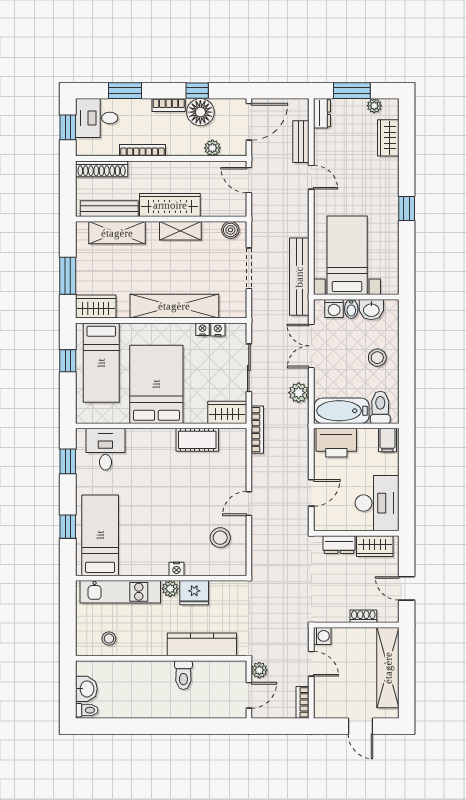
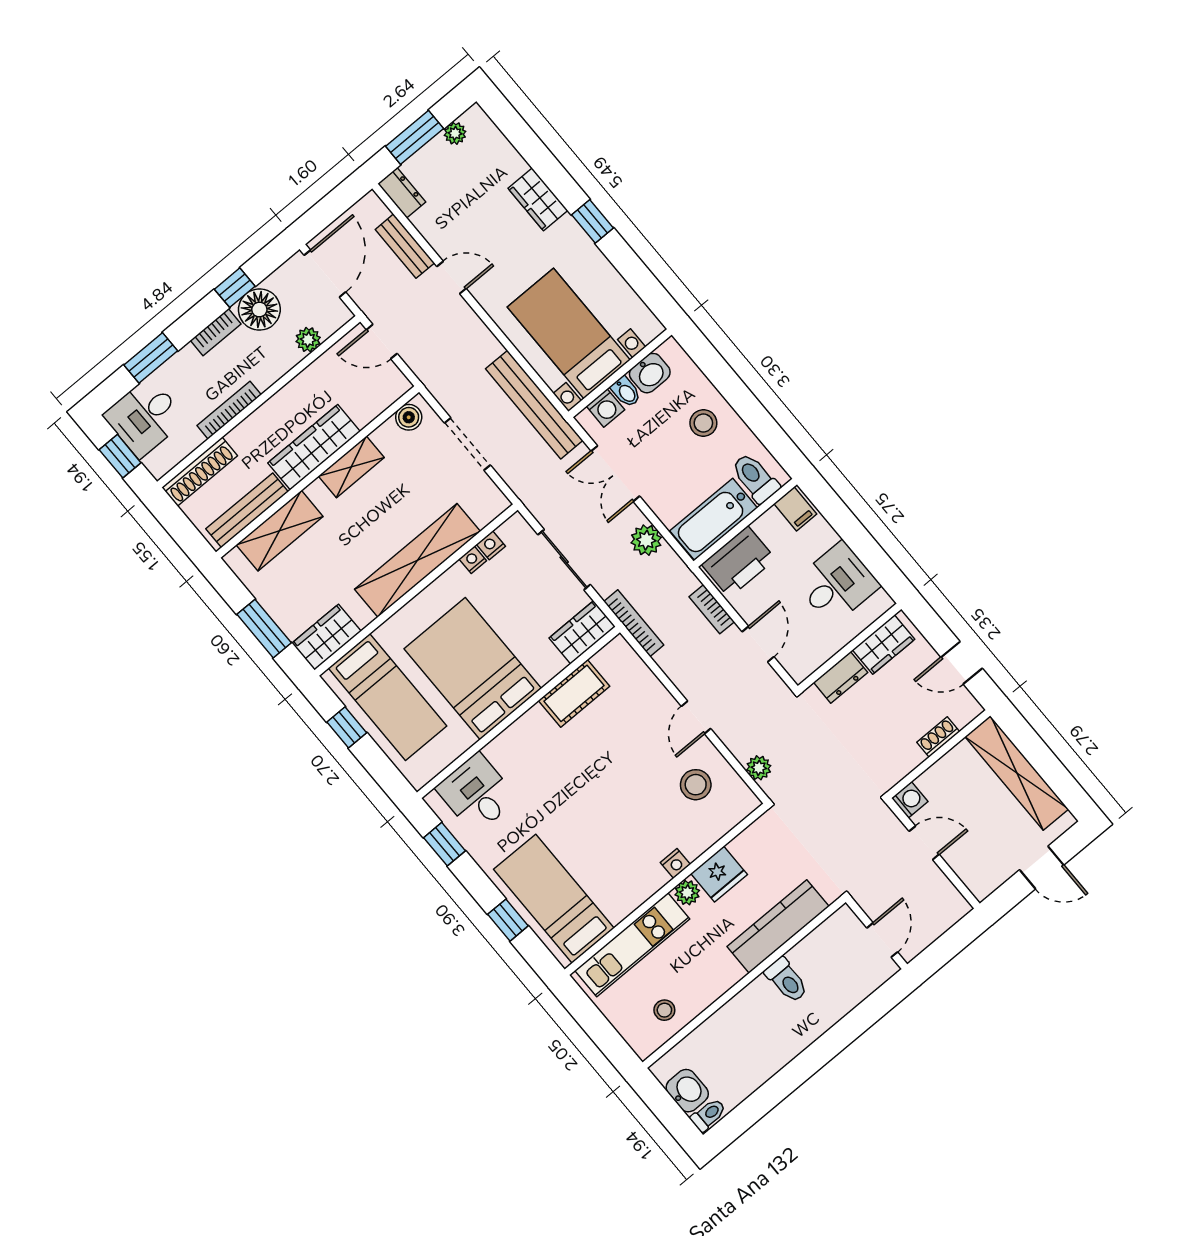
wardrobe: (388, 138) -> (538, 199), moved
desk: (377, 503) -> (837, 584), width x0.73
plant: (259, 670) -> (759, 768), moved
bookcase: (303, 702) -> (712, 609), moved

